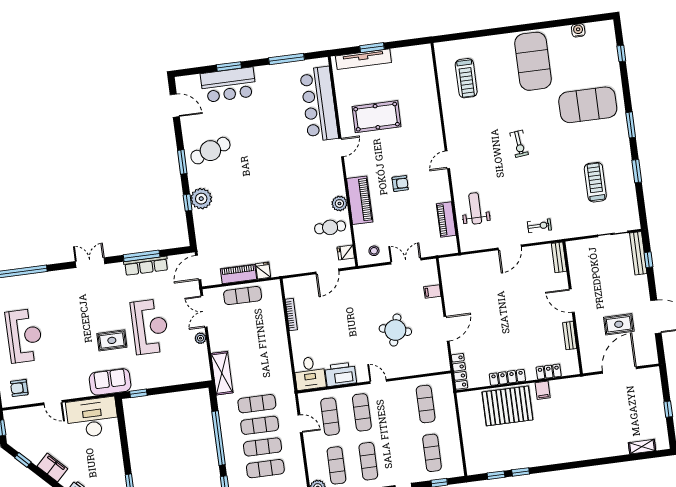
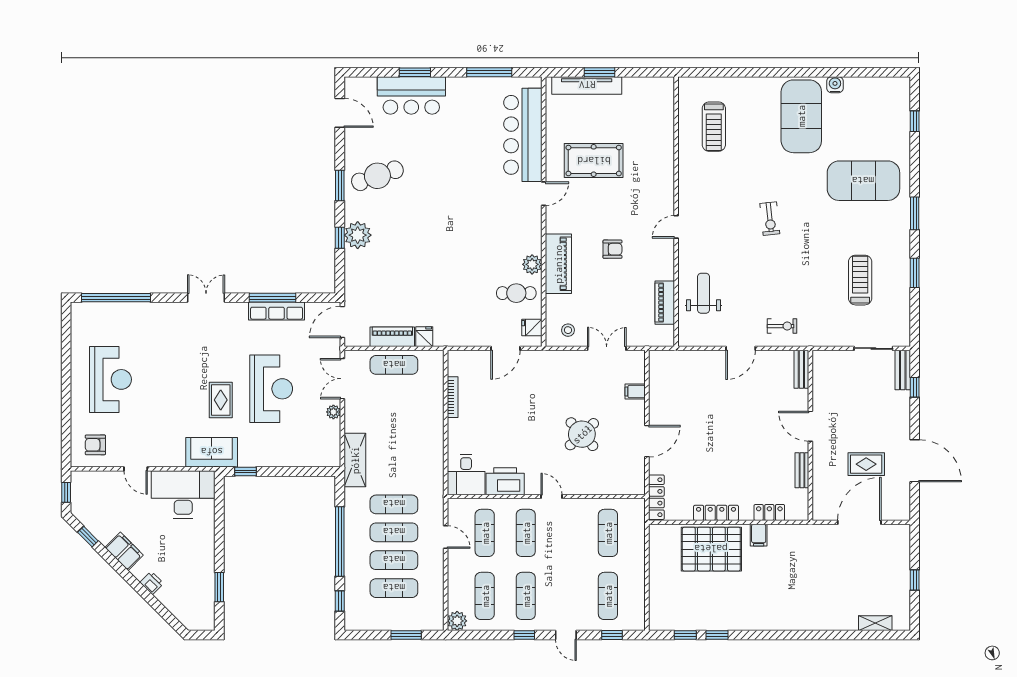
water cooler: (578, 30) -> (835, 85), moved
bench: (638, 253) -> (903, 370), width x0.73
round table: (395, 330) -> (582, 434), turned 32
rug: (112, 340) -> (221, 400), turned 90

